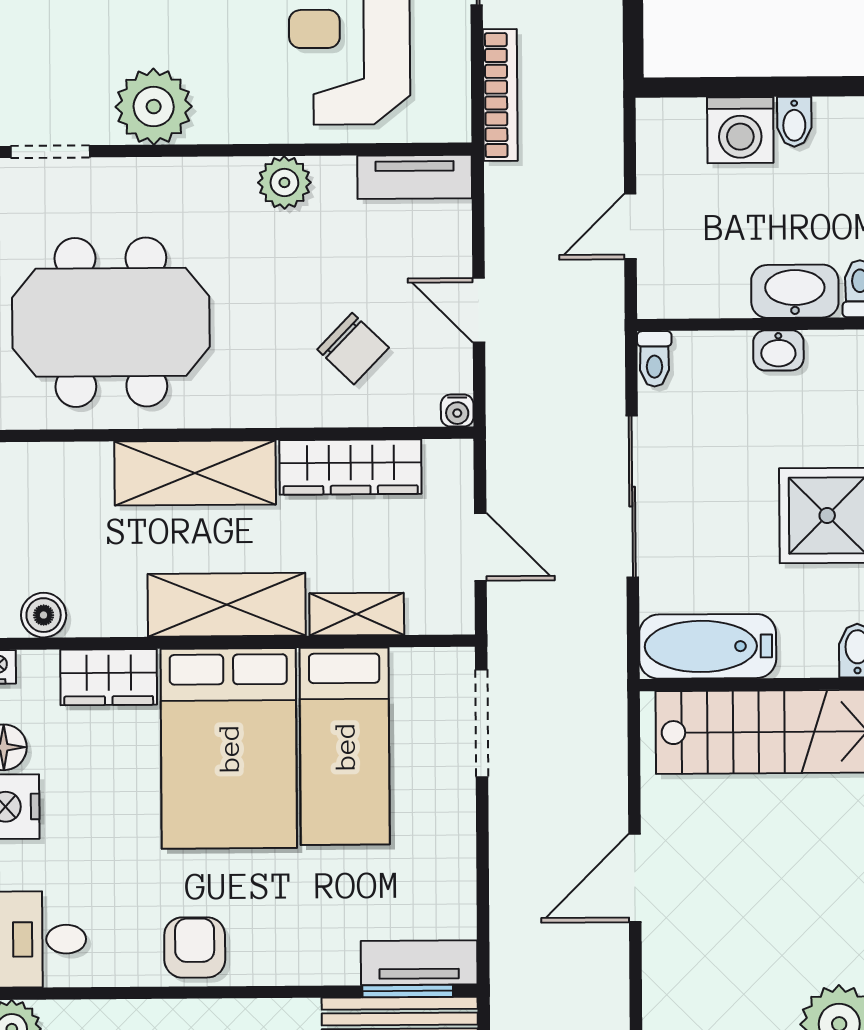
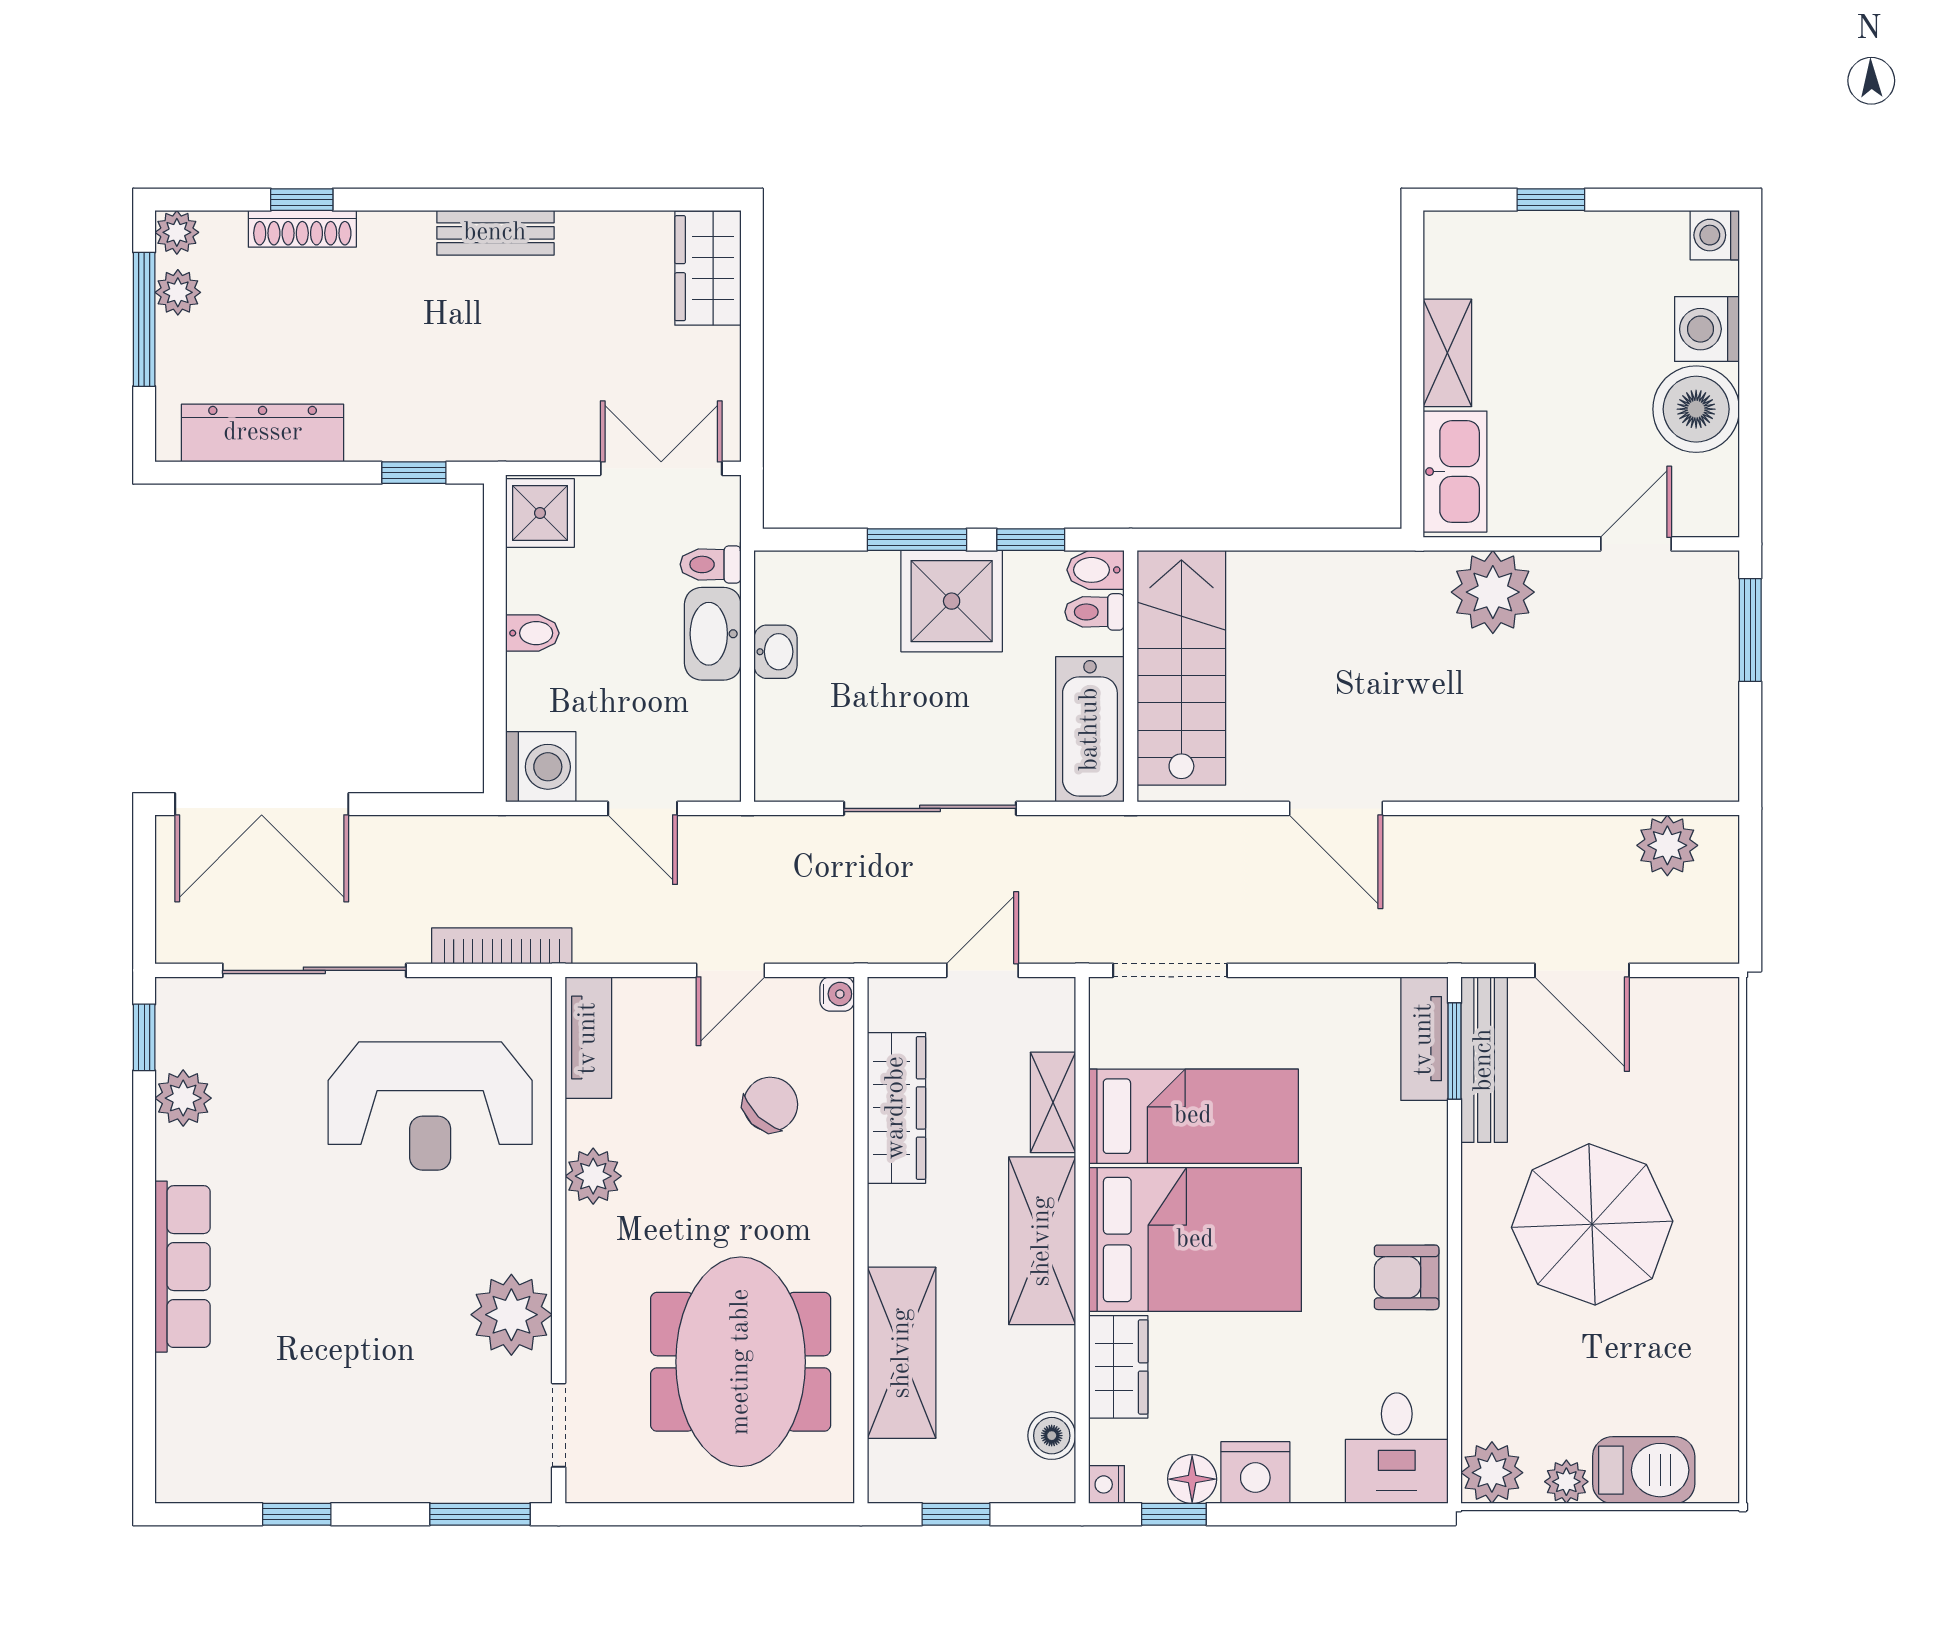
washing machine: (740, 130) -> (541, 767), moved
toilet: (654, 359) -> (1095, 612), moved, turned 180
shelving: (195, 473) -> (902, 1353), moved

